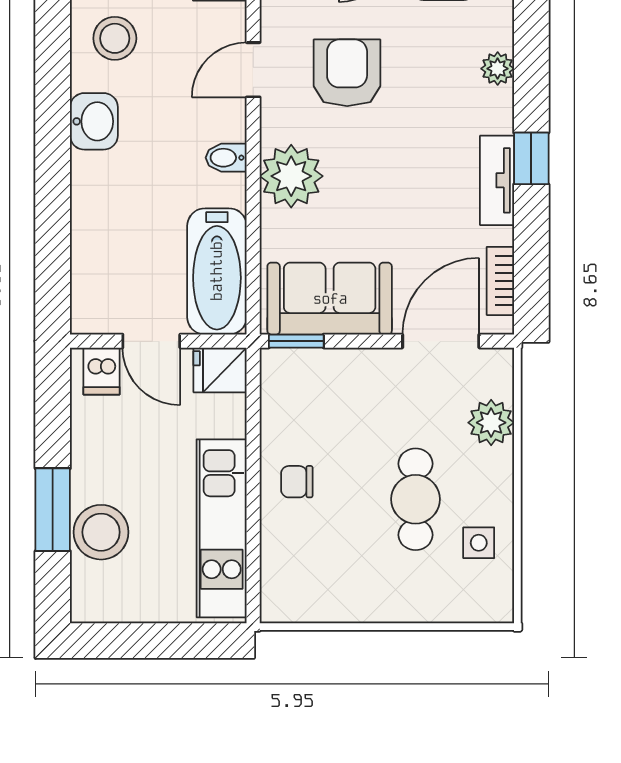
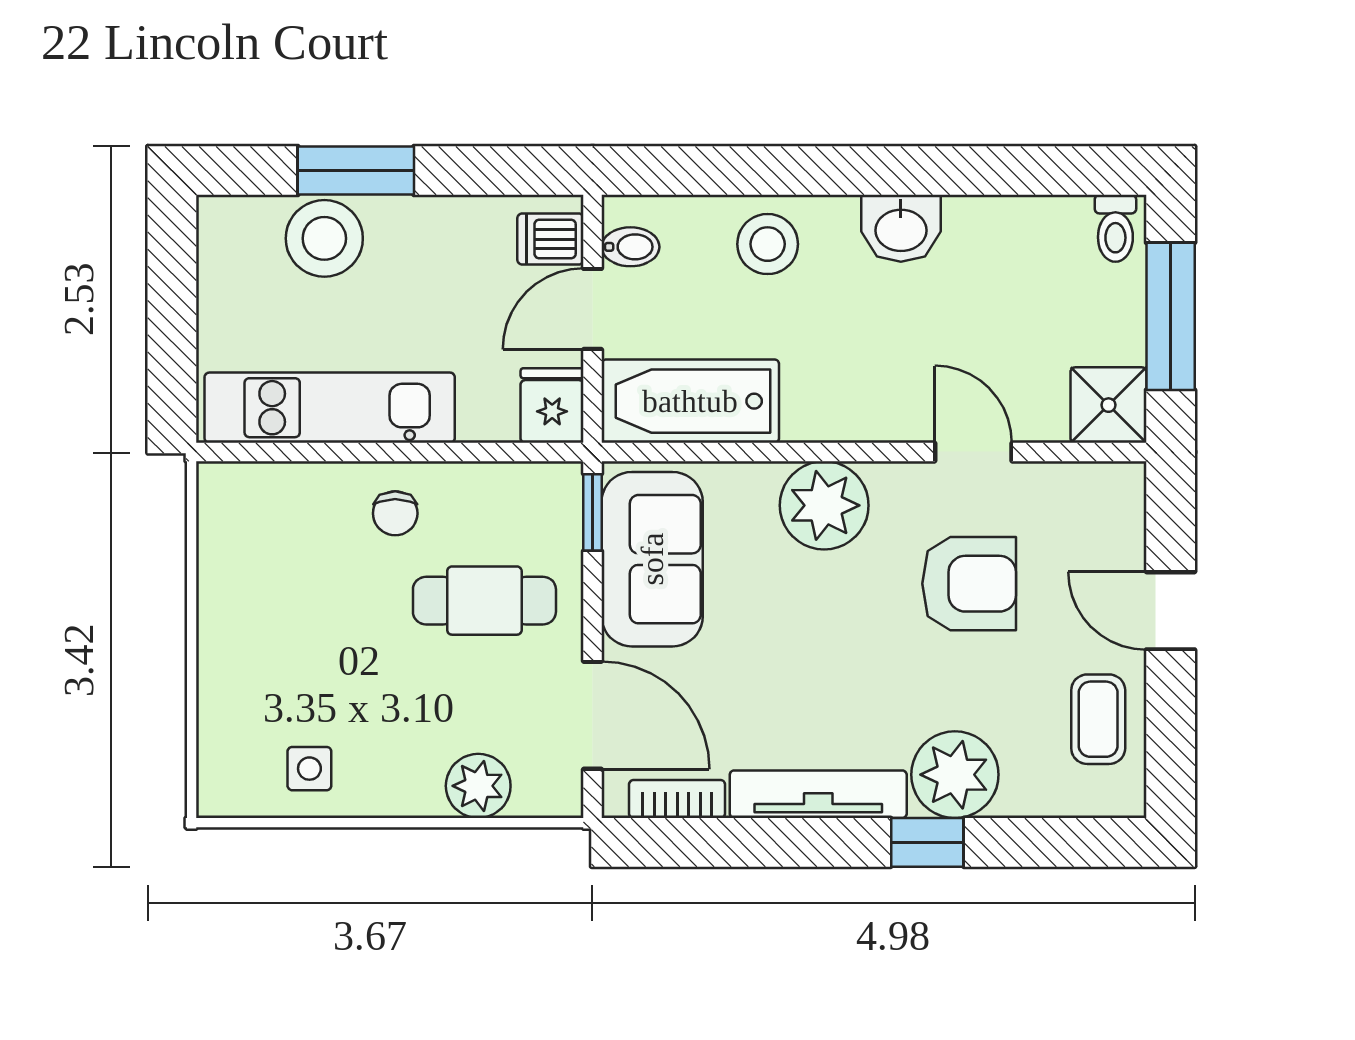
stool: (115, 38) -> (768, 244), moved
plant: (498, 69) -> (955, 775), width x1.88, depth x1.88
bidet: (226, 158) -> (630, 247), moved, turned 90
window: (531, 158) -> (927, 842), moved
tv unit: (497, 180) -> (818, 794), width x1.41
chair: (297, 482) -> (395, 513), turned 180
cafe table: (416, 499) -> (484, 601), moved

